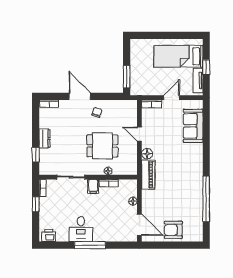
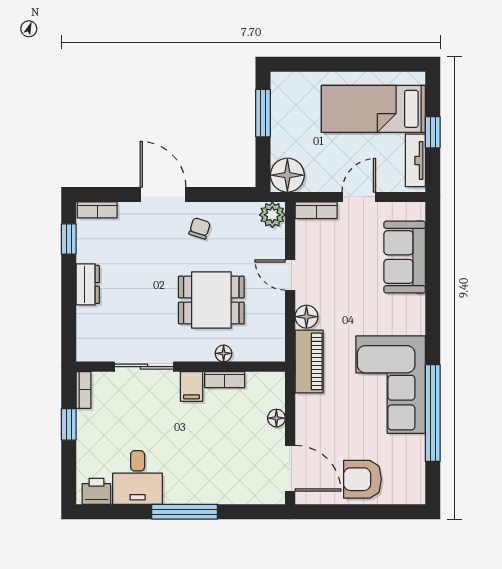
window: (127, 77) -> (263, 113), moved
floor lamp: (138, 87) -> (287, 175), added
plant: (131, 106) -> (272, 215), added
window: (36, 155) -> (69, 239), moved
corner sofa: (186, 186) -> (391, 385), added
desk: (81, 229) -> (138, 477), moved

